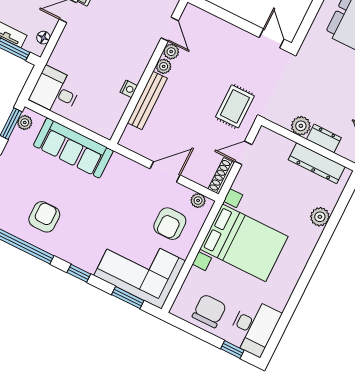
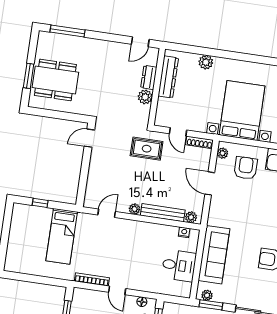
plant: (171, 52) -> (191, 217), moved
nightstand: (129, 89) -> (184, 232), moved
desk: (56, 91) -> (179, 266), moved, turned -90
armchair: (170, 224) -> (246, 168), turned -90

